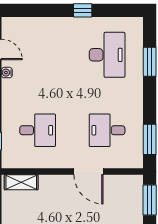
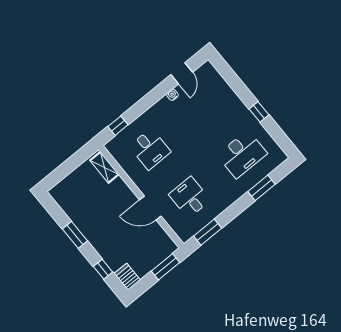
door: (88, 171) -> (150, 208), hinge flipped

